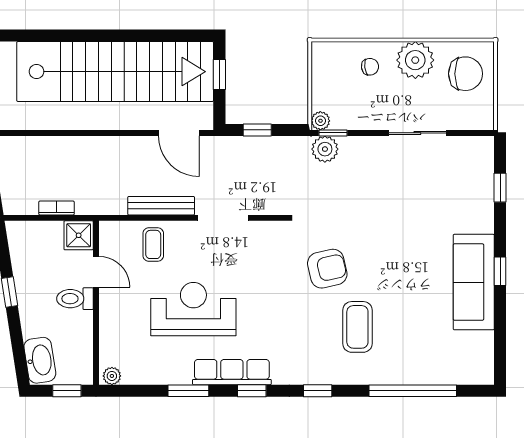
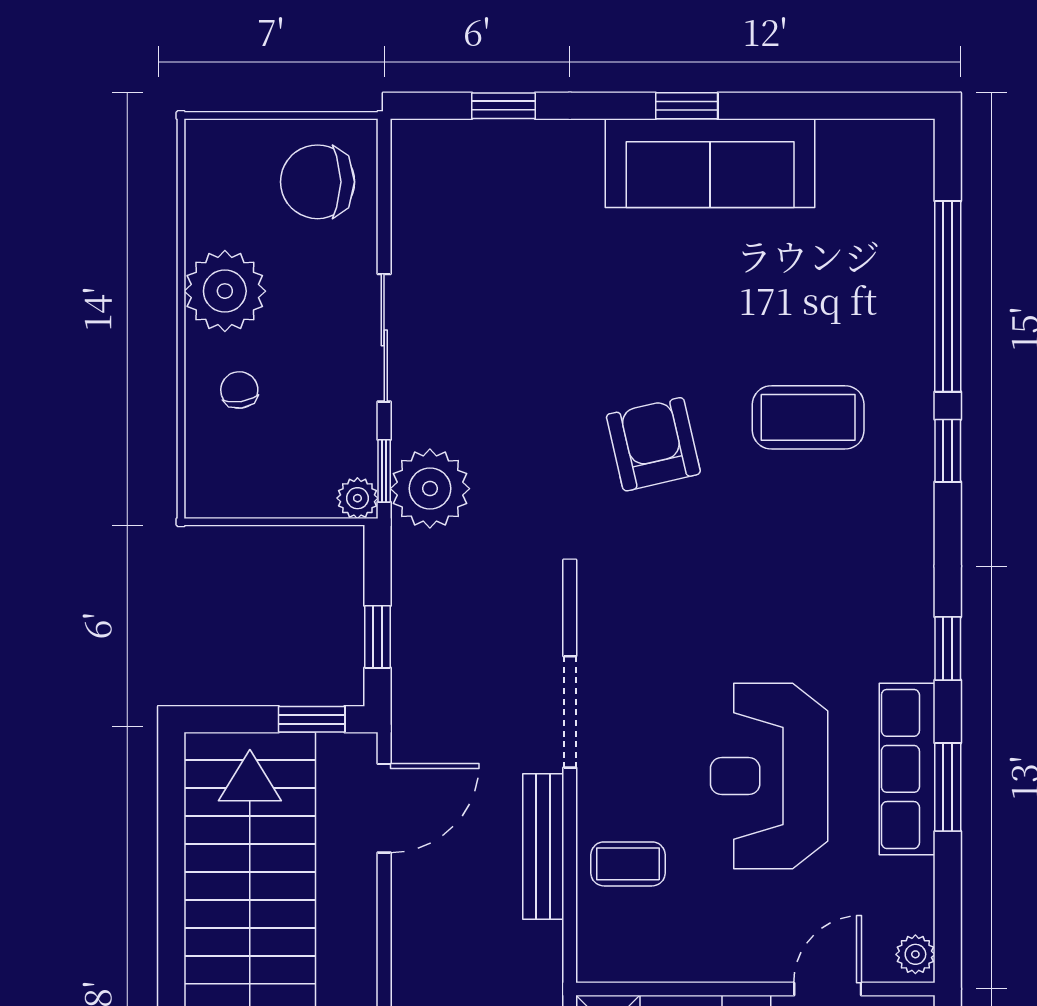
chair: (465, 74) -> (318, 182), moved, turned -90
window: (219, 75) -> (312, 719), moved
sliding door: (417, 133) -> (384, 338), moved
plant: (325, 149) -> (430, 489), width x1.36, depth x1.36
armchair: (327, 269) -> (653, 444), moved
door: (96, 272) -> (828, 989), moved
row of seats: (232, 372) -> (907, 769), moved
window: (318, 391) -> (948, 451), moved

